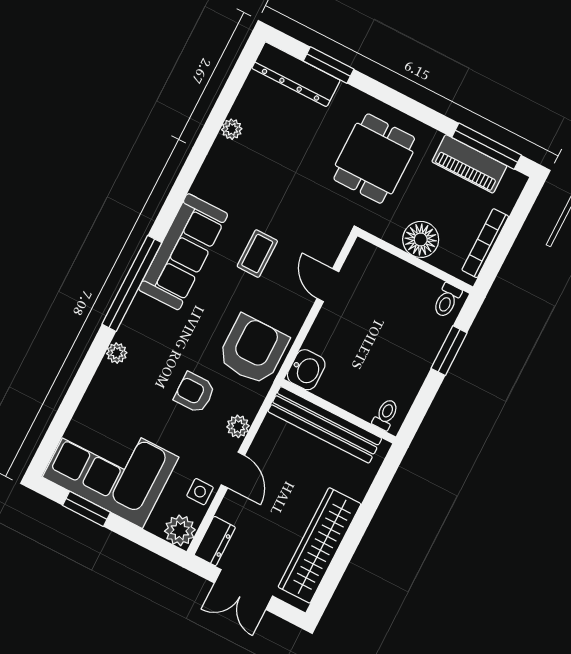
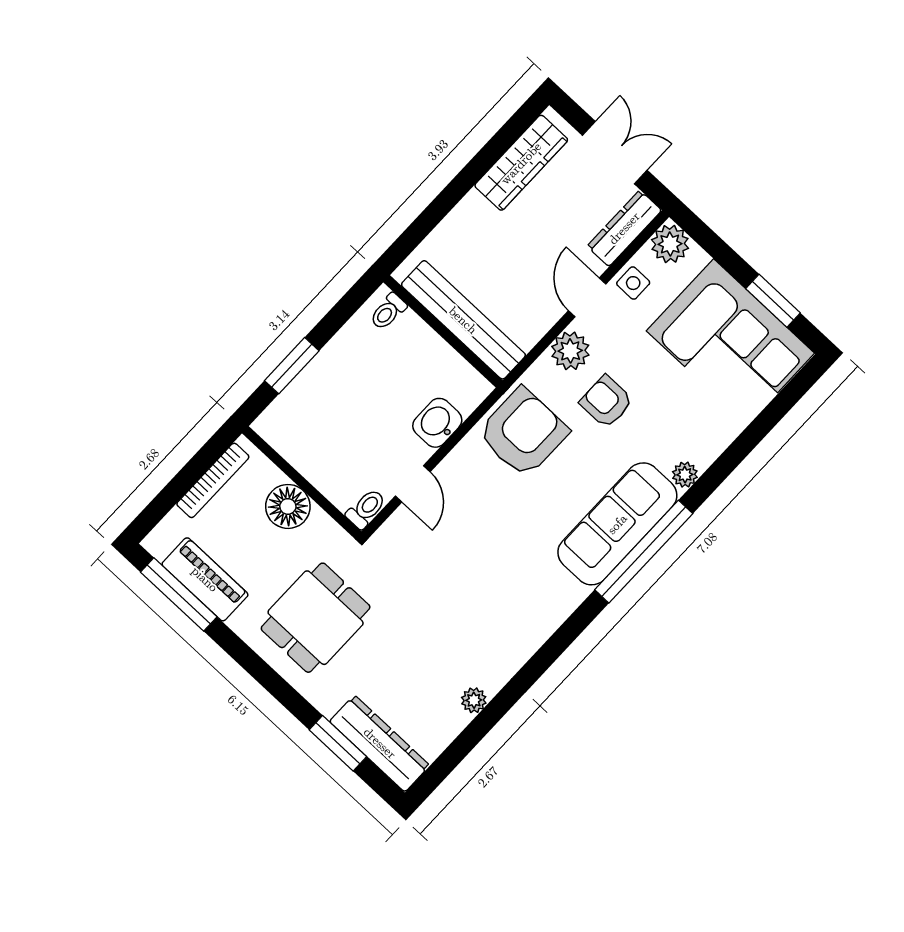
sofa: (183, 252) -> (617, 524), moved
coffee table: (257, 254) -> (485, 545), removed
toilet: (447, 300) -> (366, 509), moved
armchair: (253, 350) -> (523, 433), turned 180
washbasin: (306, 370) -> (437, 423), moved
armchair: (195, 393) -> (606, 402), turned 180
plant: (238, 426) -> (570, 351), width x1.38, depth x1.38
dresser: (215, 541) -> (624, 228), width x1.44
wardrobe: (320, 545) -> (521, 163), width x0.71, depth x0.85

